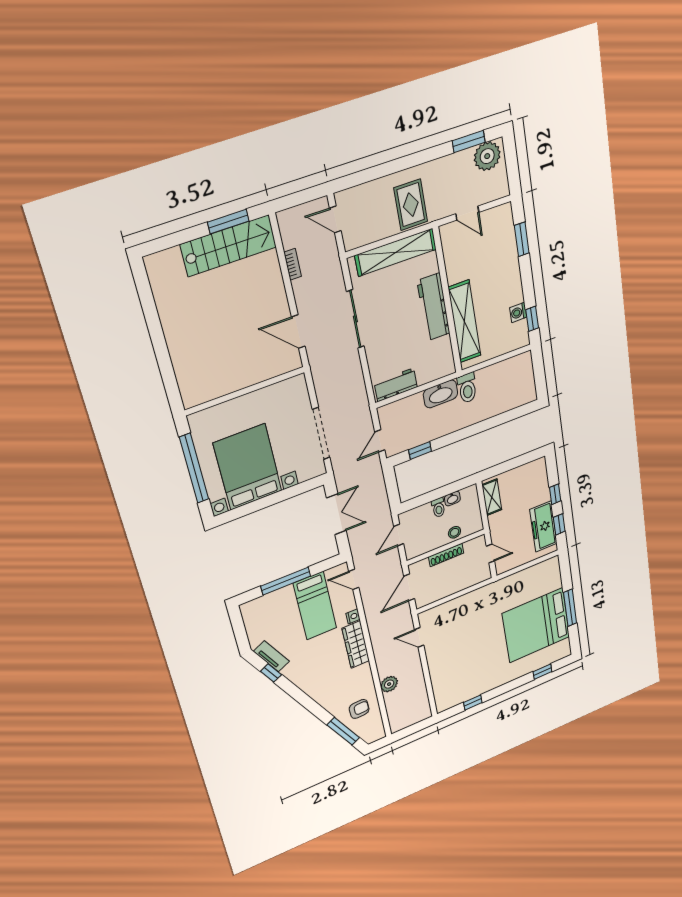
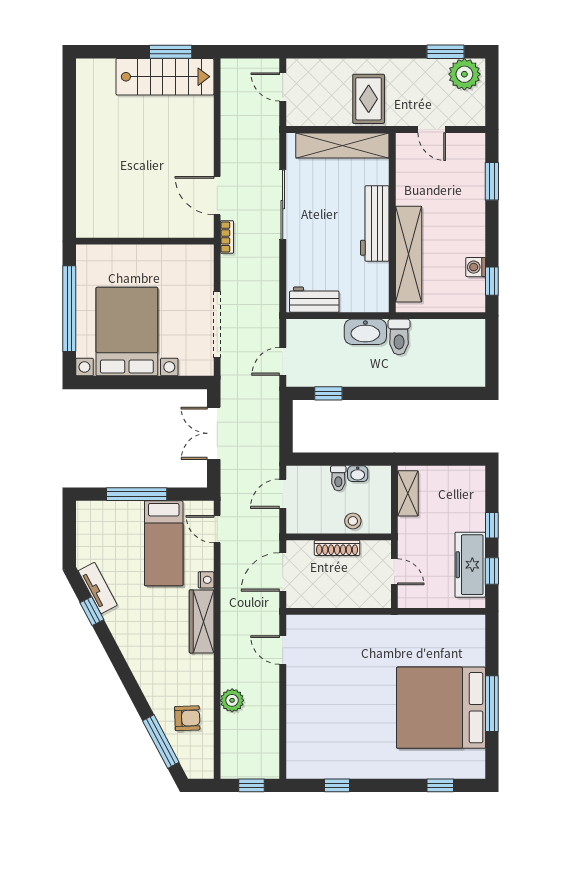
bookcase: (293, 264) -> (227, 237), moved
double door: (336, 514) -> (214, 433), swing flipped
window: (414, 729) -> (251, 785), added

